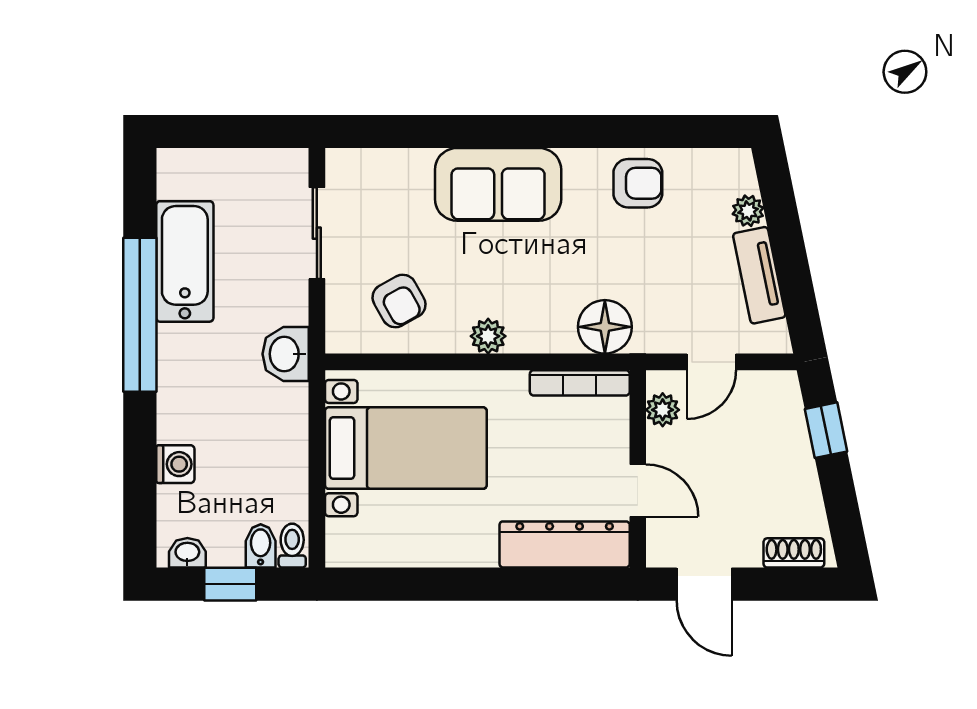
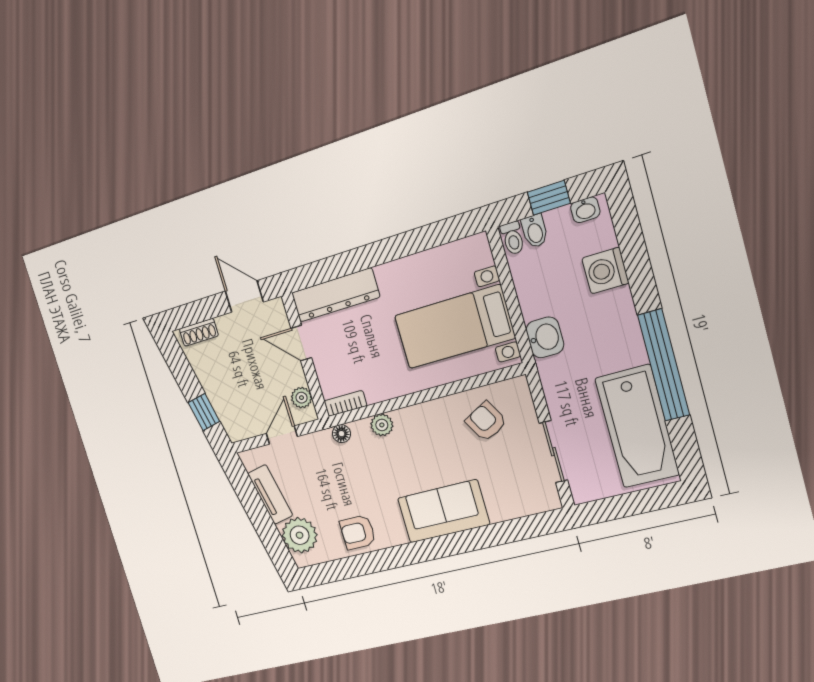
plant: (748, 211) -> (300, 535), width x1.88, depth x1.88
bathtub: (185, 261) -> (637, 426), width x1.36, depth x1.36
floor lamp: (605, 327) -> (341, 434), width x0.53, depth x0.53
plant: (488, 336) -> (382, 425), moved
washbasin: (286, 354) -> (545, 337), moved
bookcase: (580, 383) -> (345, 403), width x0.64
washing machine: (175, 464) -> (605, 271), width x1.38, depth x1.38

